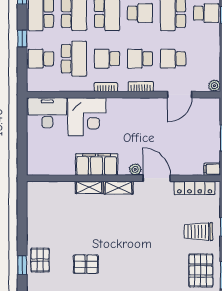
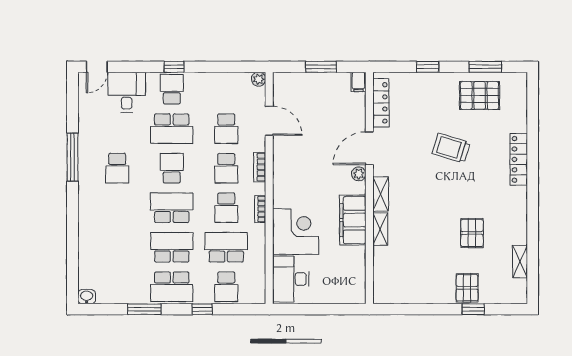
trolley: (198, 232) -> (451, 148), moved, turned 107
pallet: (40, 260) -> (467, 288), turned 90

